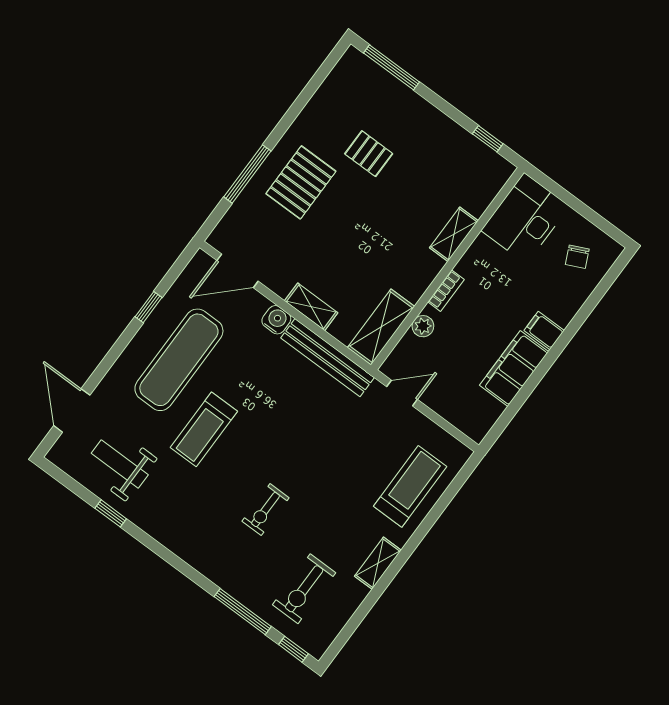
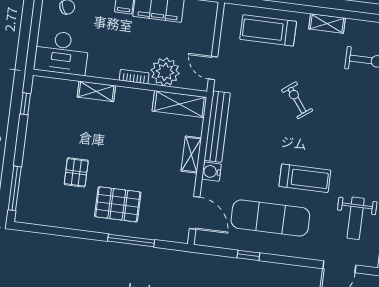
plant: (423, 326) -> (165, 72), width x1.88, depth x1.88
exercise bike: (266, 510) -> (297, 100), moved, turned -127

